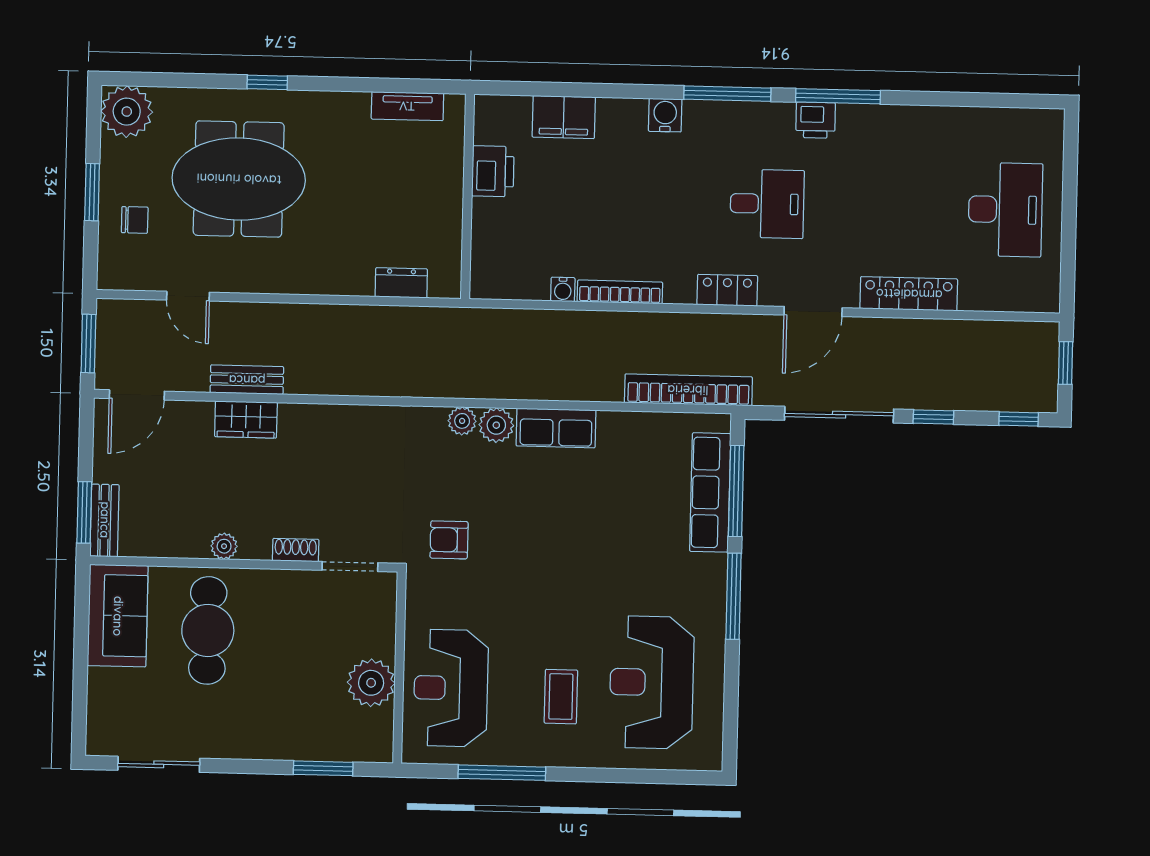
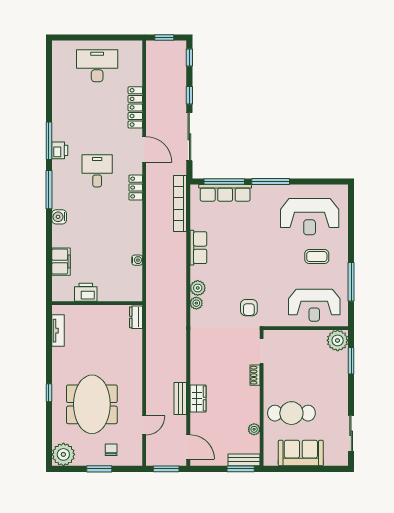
dresser: (401, 283) -> (136, 317), moved
bookcase: (620, 292) -> (138, 235), removed
row of seats: (556, 428) -> (198, 248), moved
plant: (224, 546) -> (254, 429), moved
sofa: (118, 616) -> (301, 453), moved
plant: (371, 683) -> (338, 340), moved

